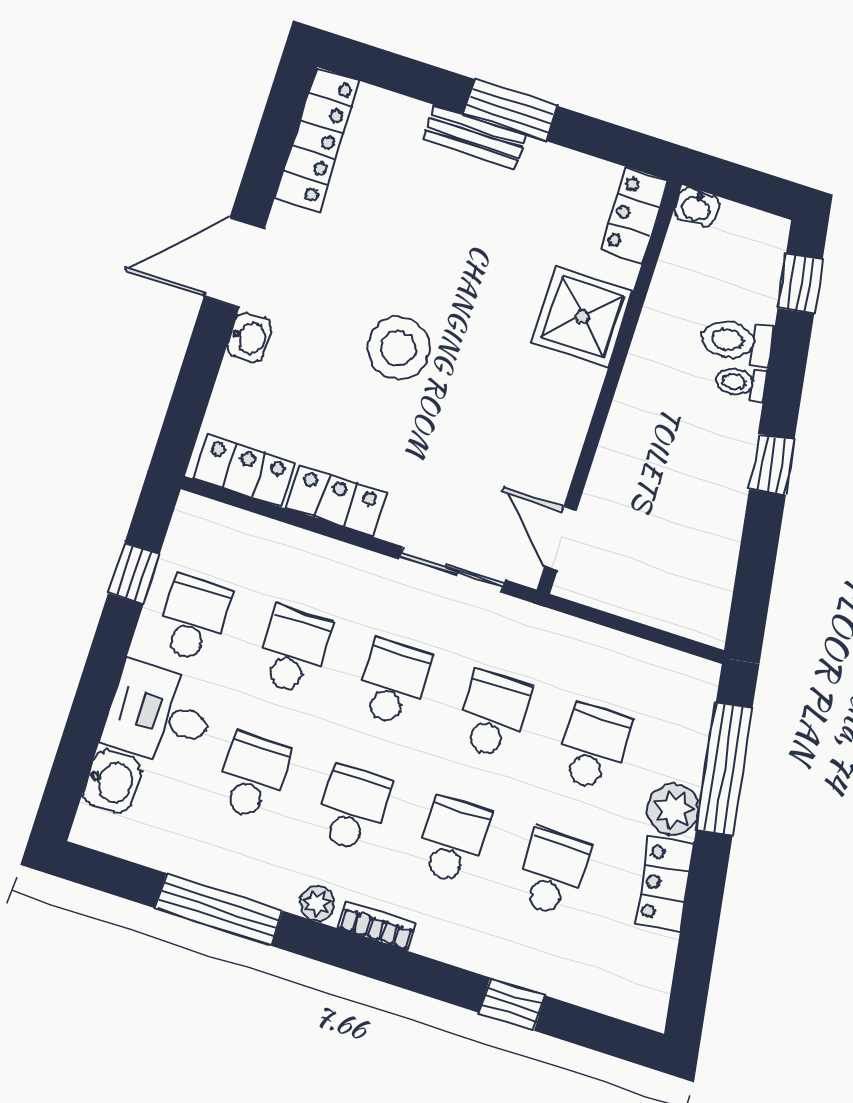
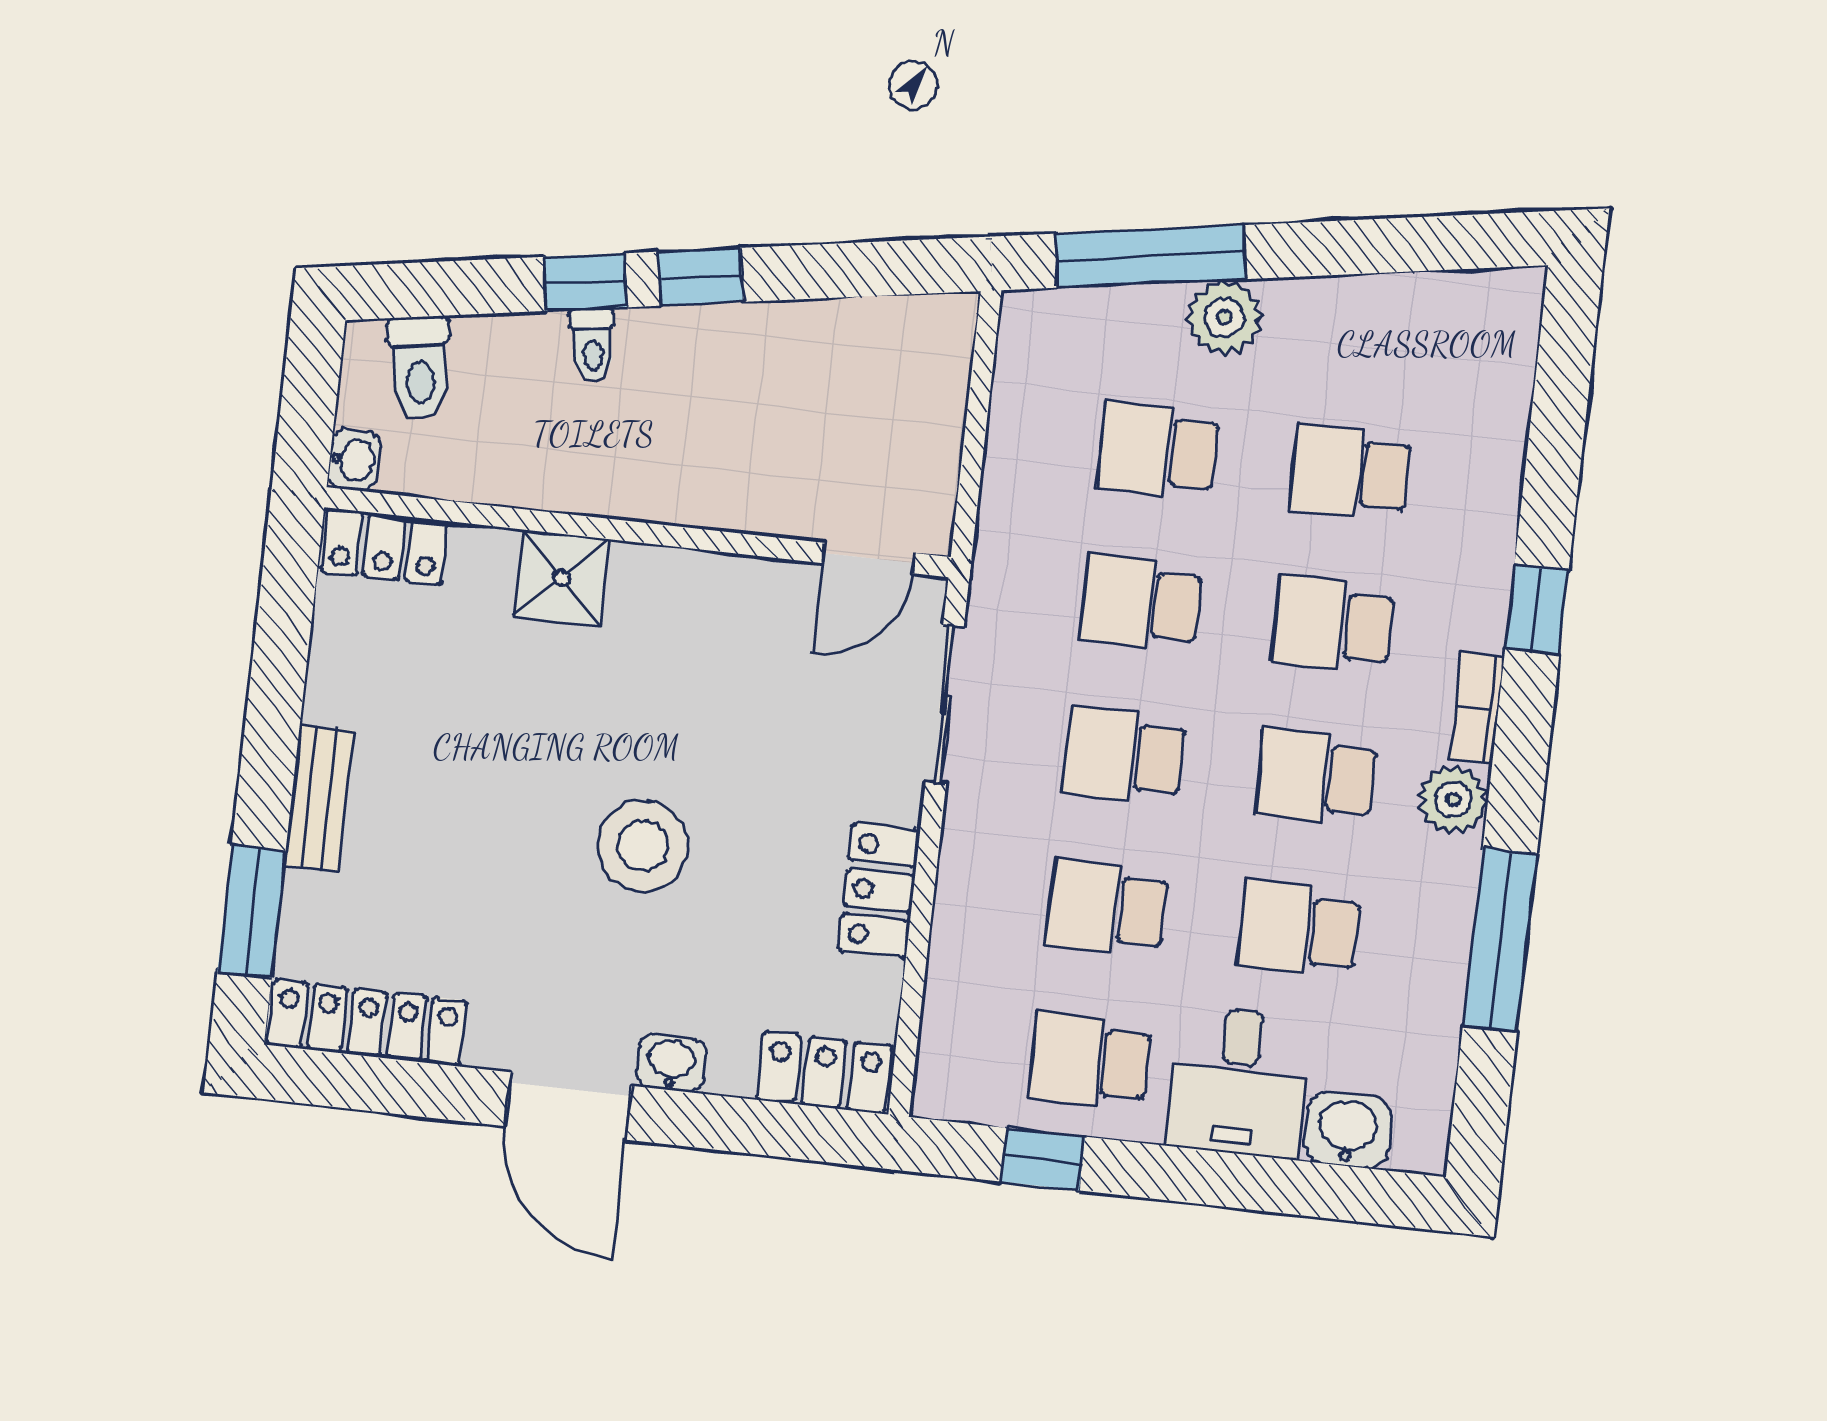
window: (511, 110) -> (252, 911), moved
window: (800, 284) -> (585, 282), moved
shower: (582, 317) -> (562, 578), width x0.73, depth x0.73
toilet: (737, 341) -> (420, 368), moved
locker: (244, 470) -> (824, 1073), moved, turned 90
locker: (665, 883) -> (1332, 308), removed
plant: (317, 904) -> (1454, 800), width x1.38, depth x1.38
window: (512, 1004) -> (1537, 610), moved

